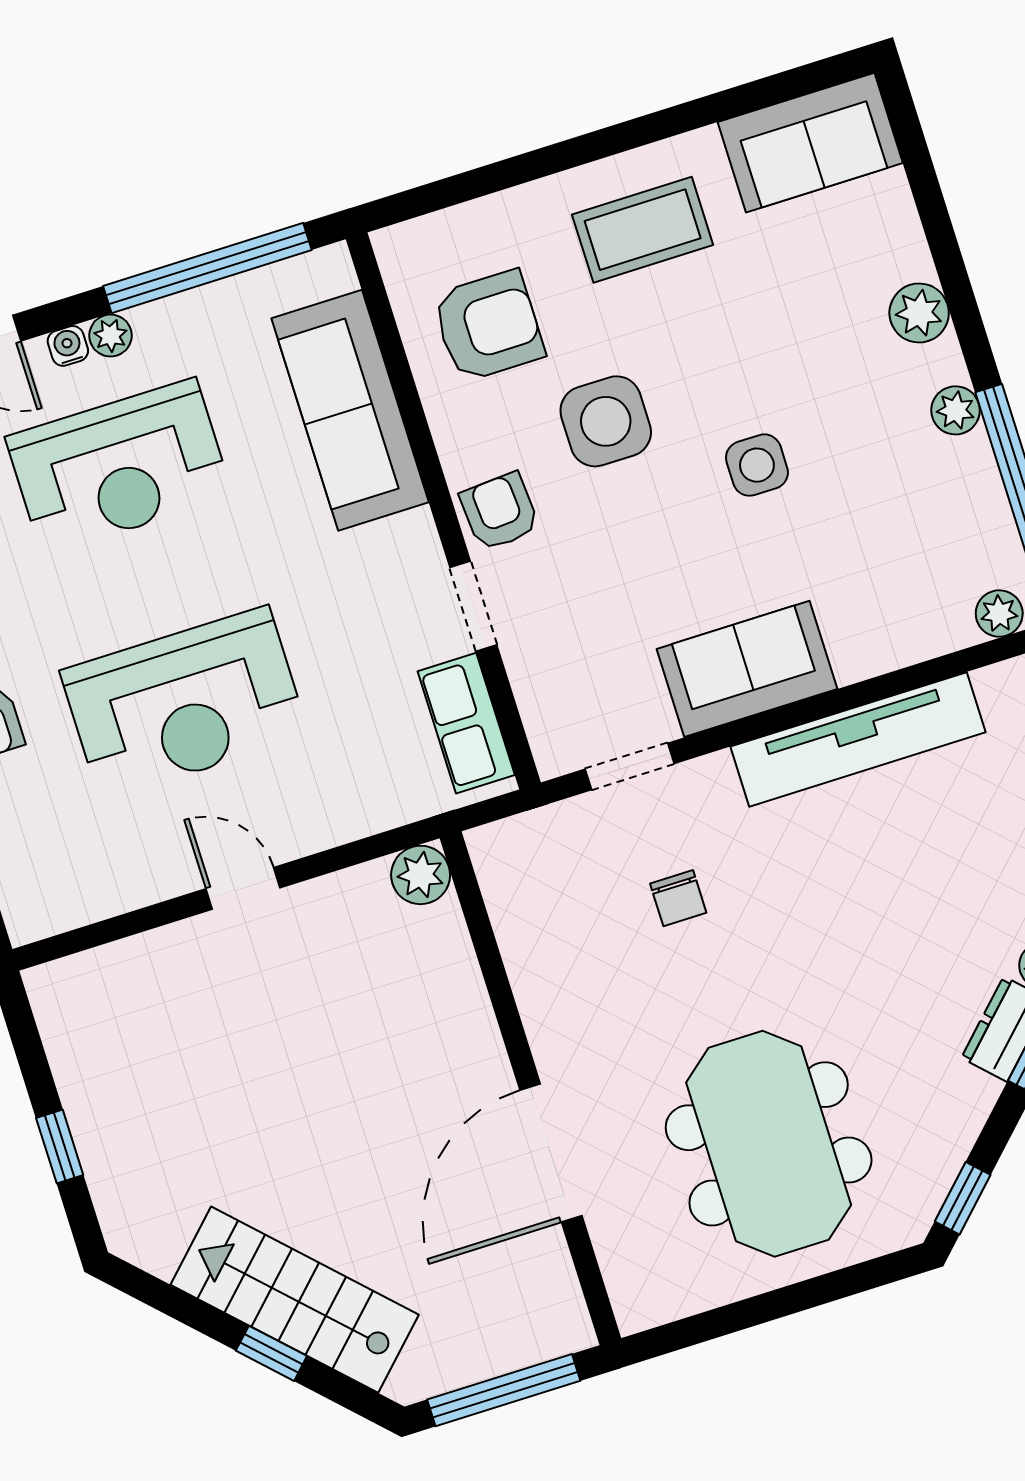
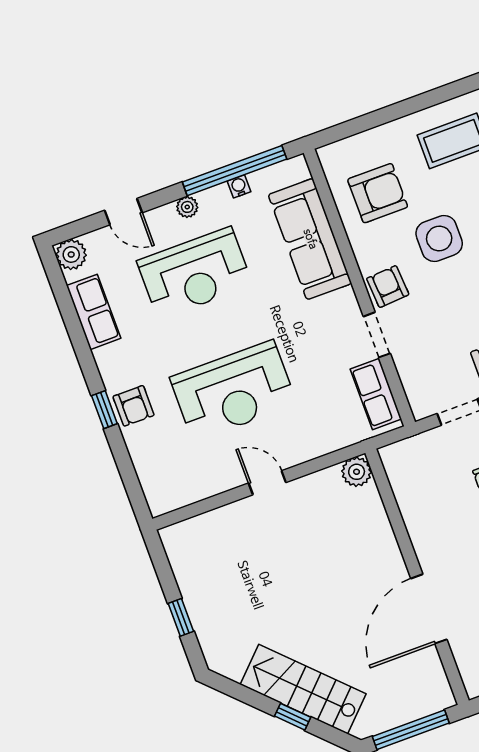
water cooler: (68, 346) -> (239, 186), moved

